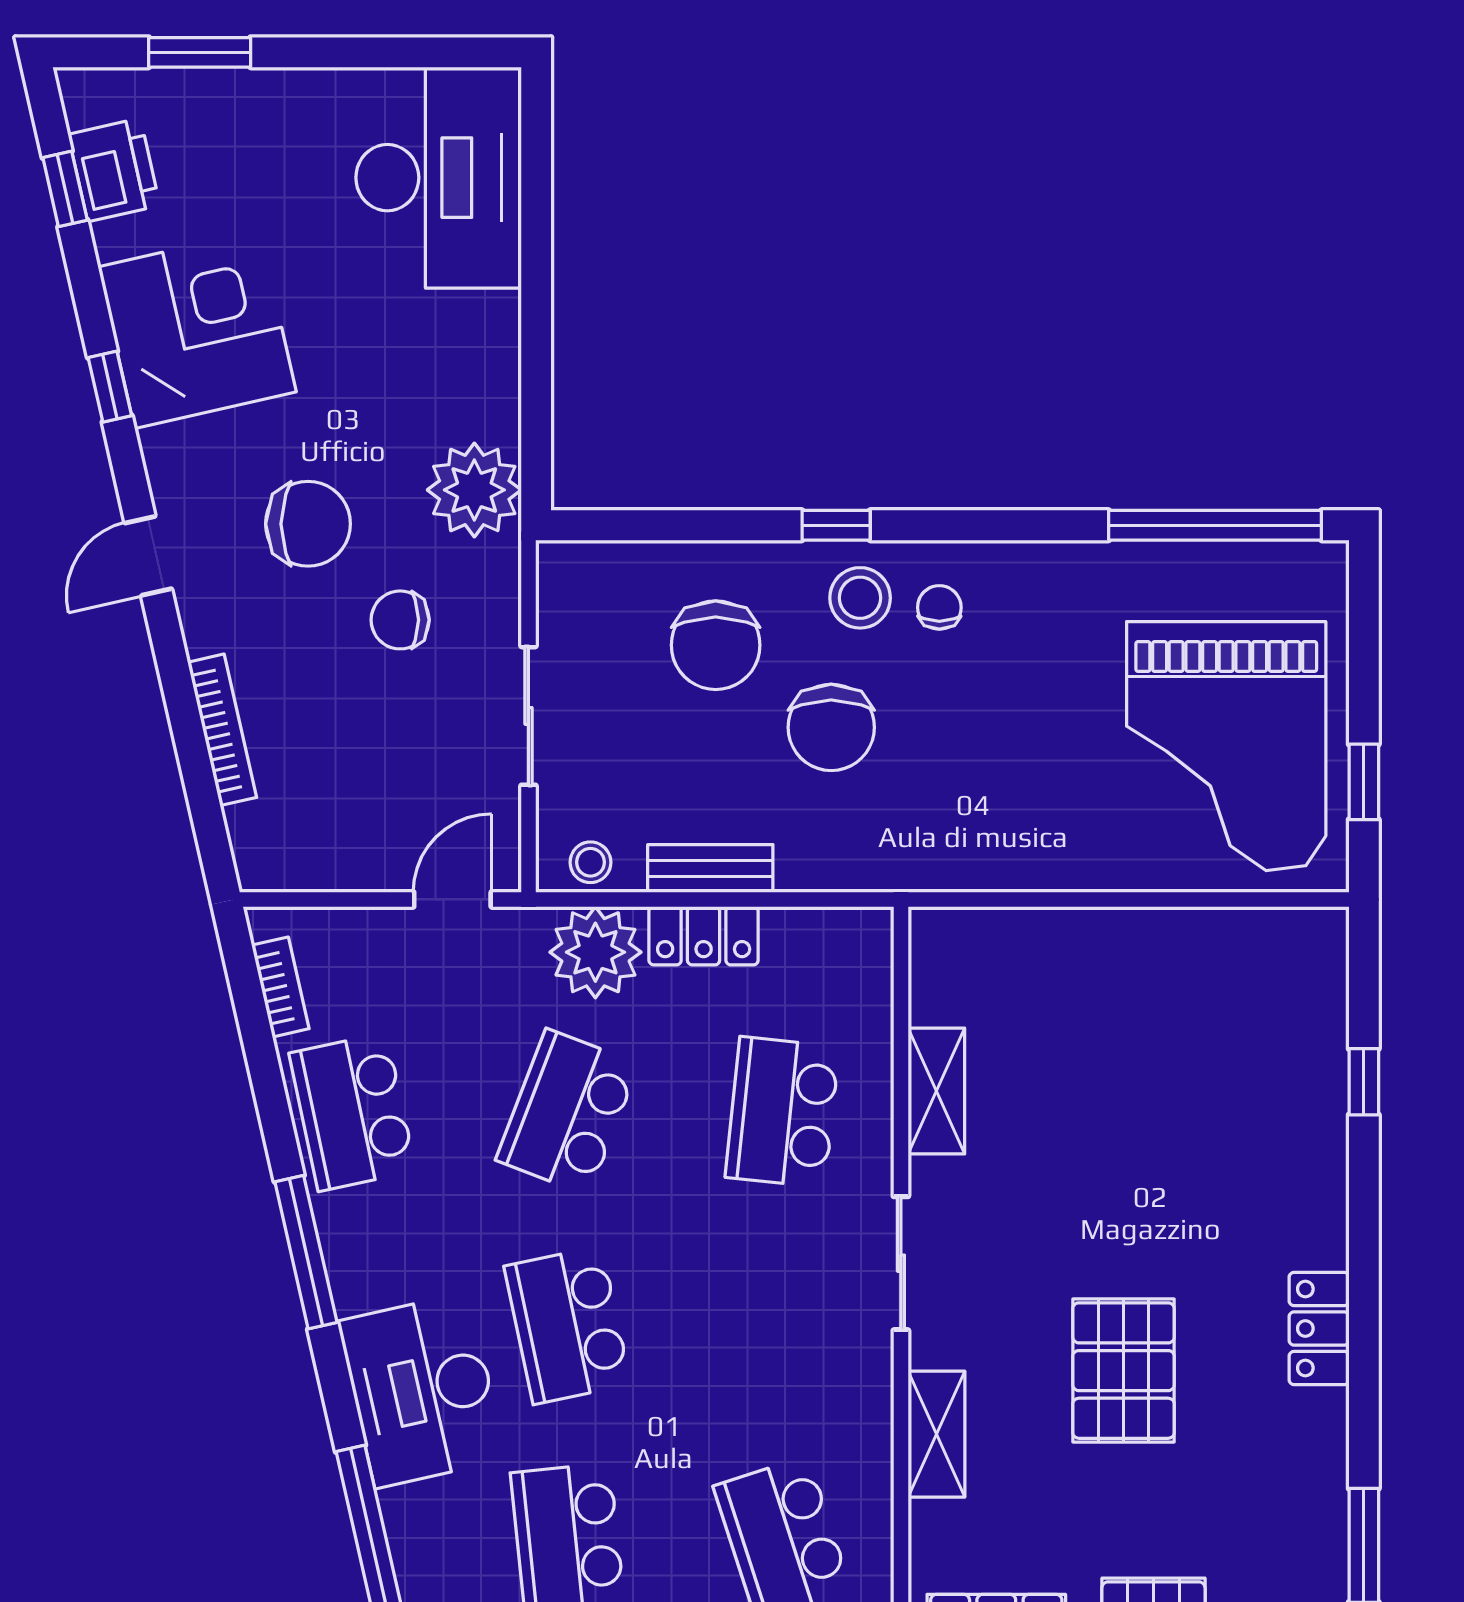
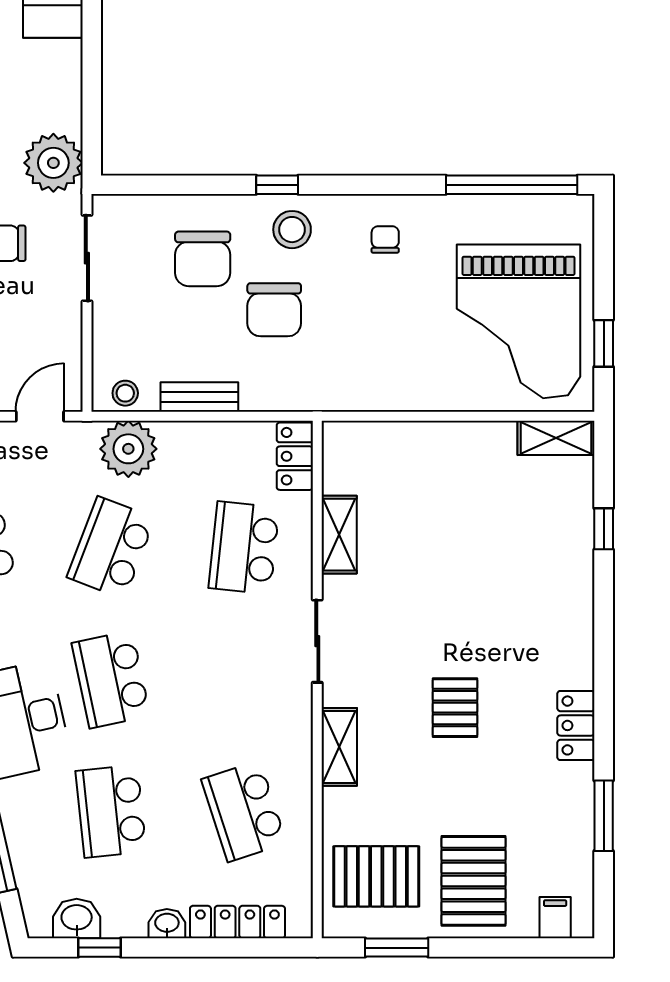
chair: (939, 607) -> (385, 239), moved
sliding door: (528, 716) -> (87, 258), moved
shelving: (1287, 934) -> (556, 438), added
locker: (704, 936) -> (295, 456), moved, turned 90
locker: (1319, 1329) -> (576, 725), moved
pallet: (1124, 1371) -> (455, 708), width x0.67, depth x0.71

